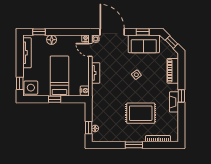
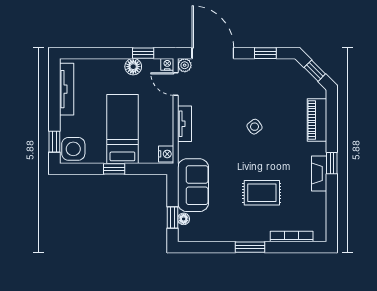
window: (39, 32) -> (143, 53), moved
floor lamp: (52, 40) -> (133, 67), moved
sofa: (144, 44) -> (193, 185), moved, turned -90
rug: (141, 113) -> (262, 193), width x0.73, depth x0.70

